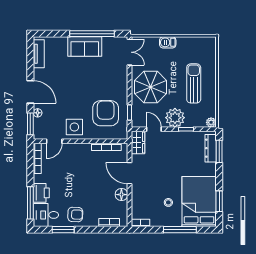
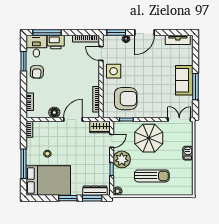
window: (92, 34) -> (196, 87), width x0.68
double door: (130, 52) -> (179, 120), swing flipped
window: (219, 201) -> (68, 198), moved

